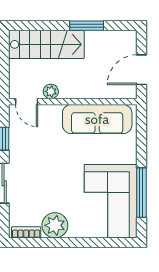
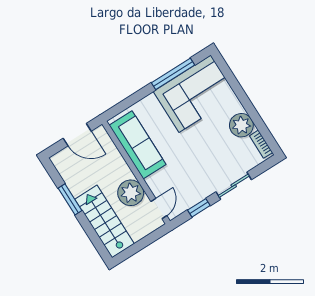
plant: (51, 91) -> (131, 193), width x1.87, depth x1.87

